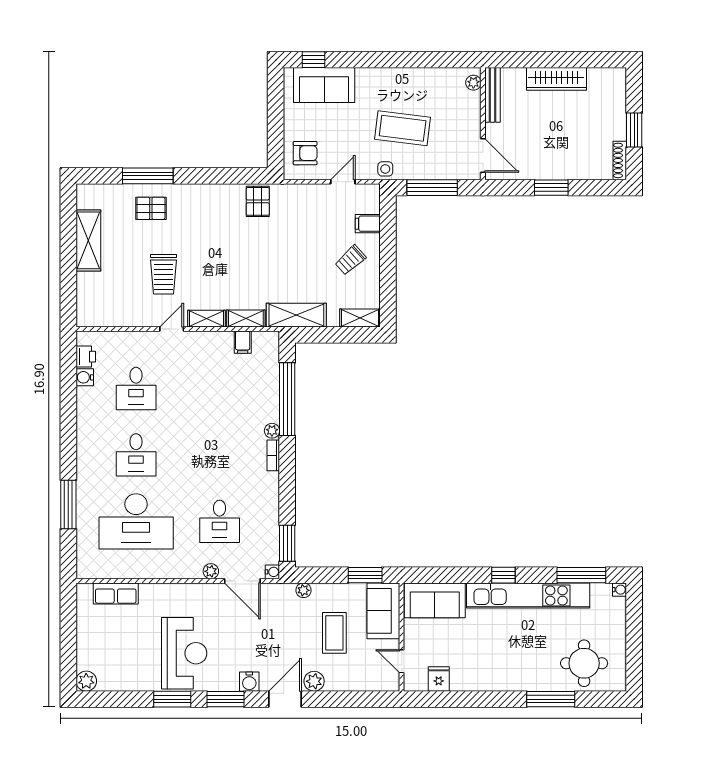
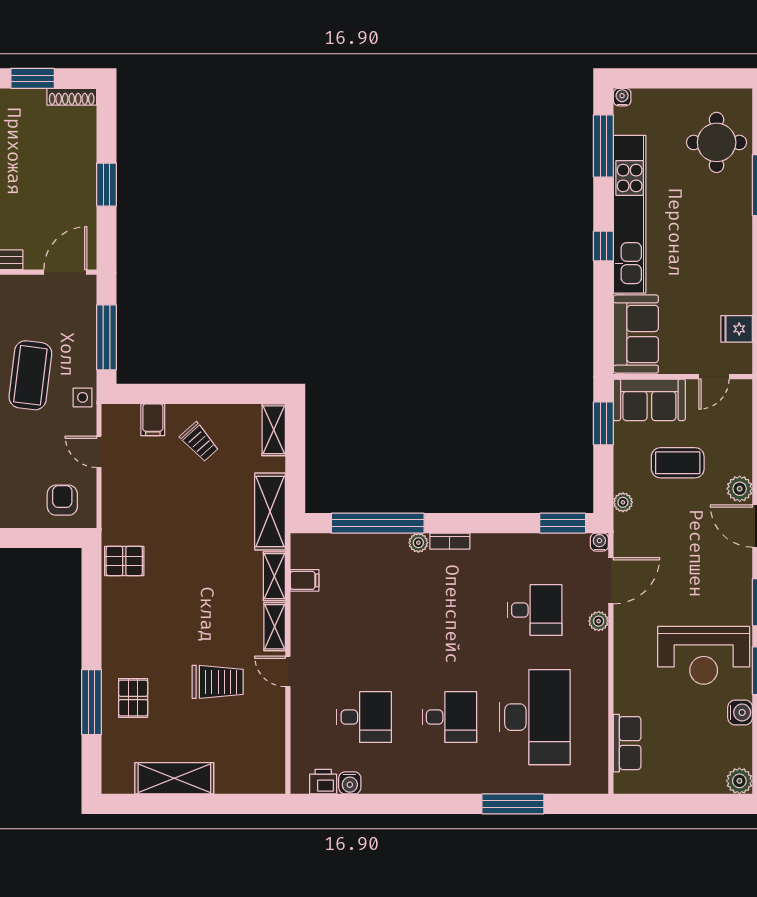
reception desk: (184, 653) -> (704, 655), turned 180
water cooler: (249, 682) -> (740, 712), moved

